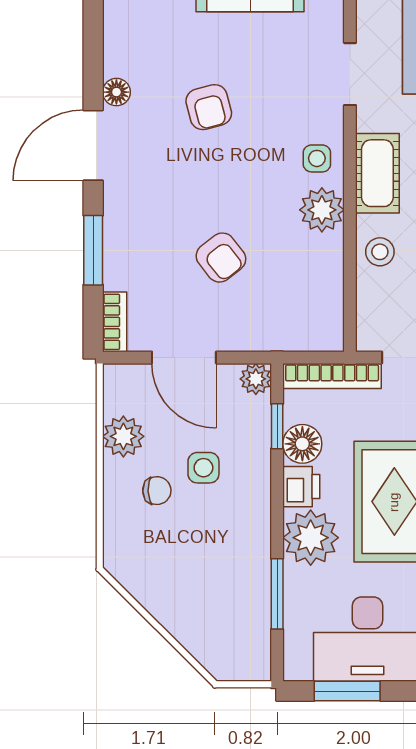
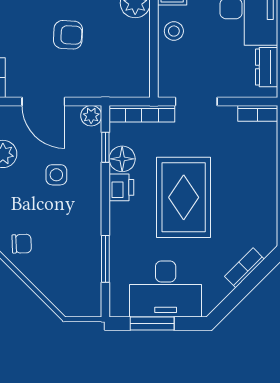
armchair: (221, 258) -> (68, 35), turned -49
chair: (157, 491) -> (22, 244), moved
plant: (311, 538) -> (128, 221), removed

